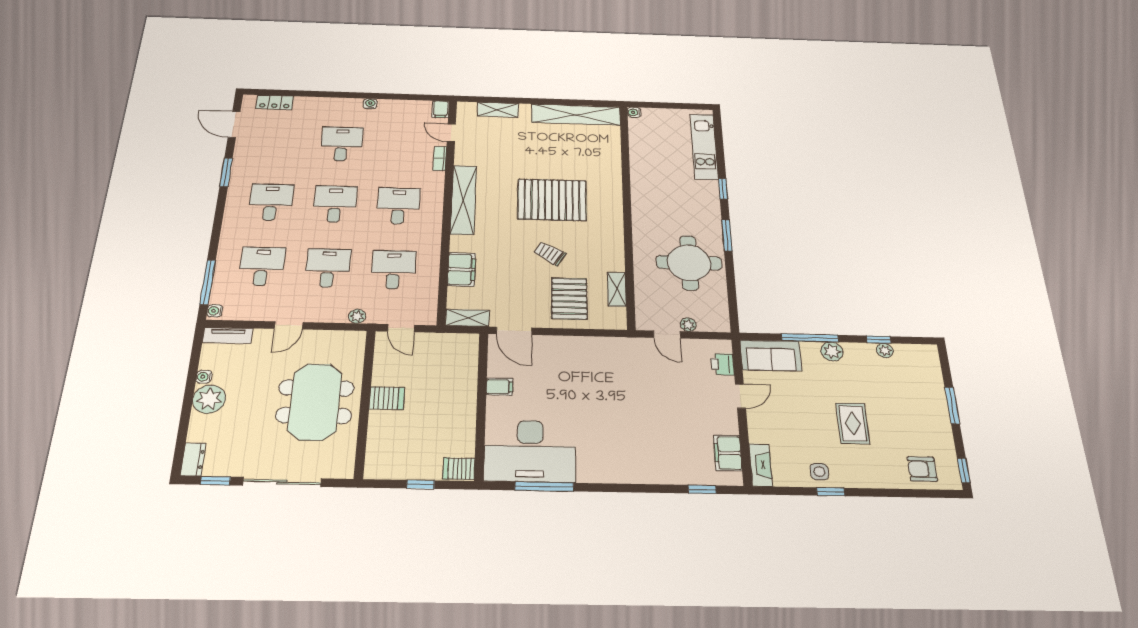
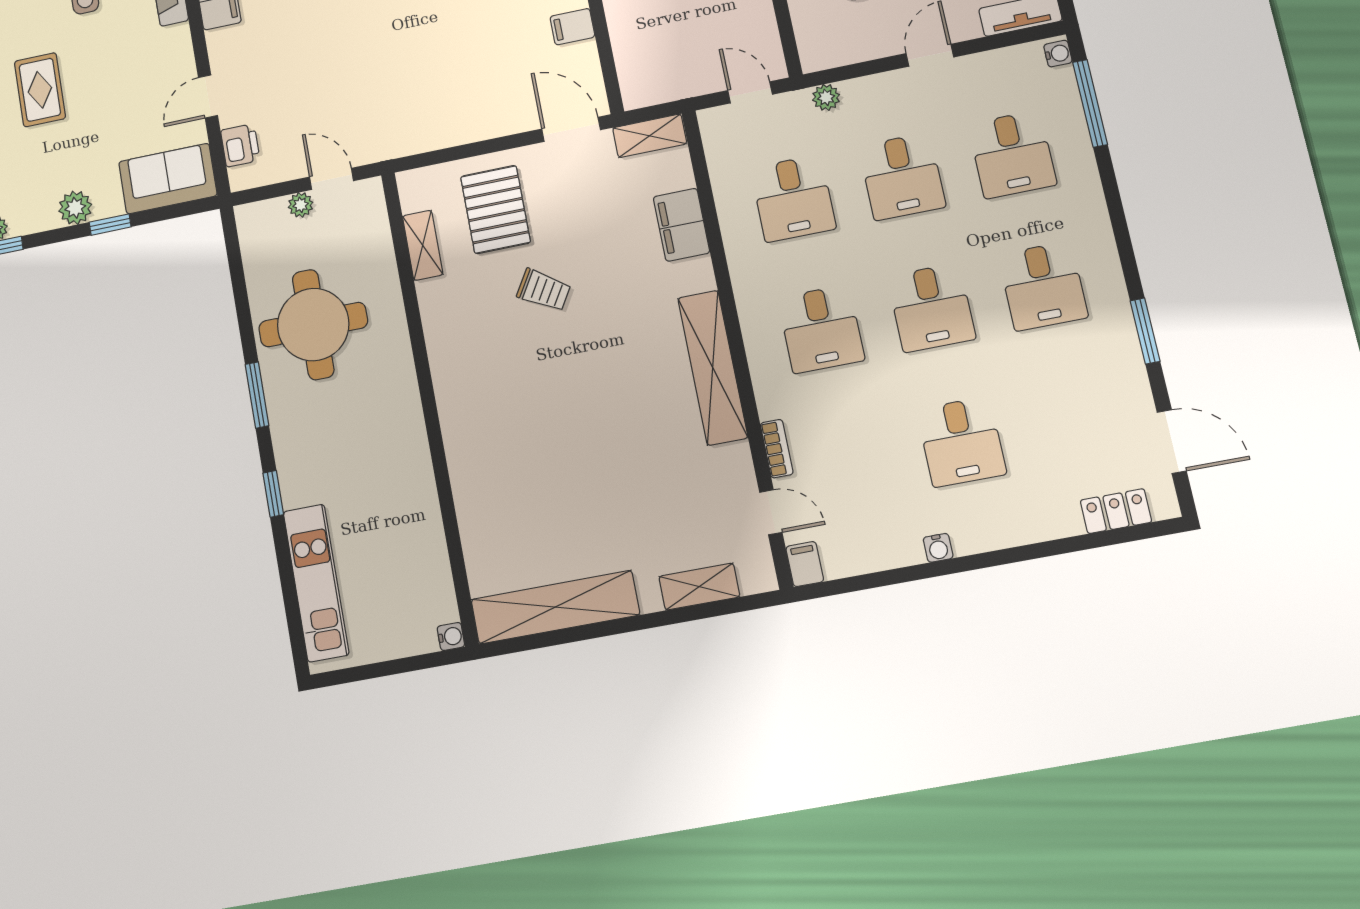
pallet: (552, 200) -> (561, 402), removed
window: (810, 338) -> (110, 225), width x0.46

